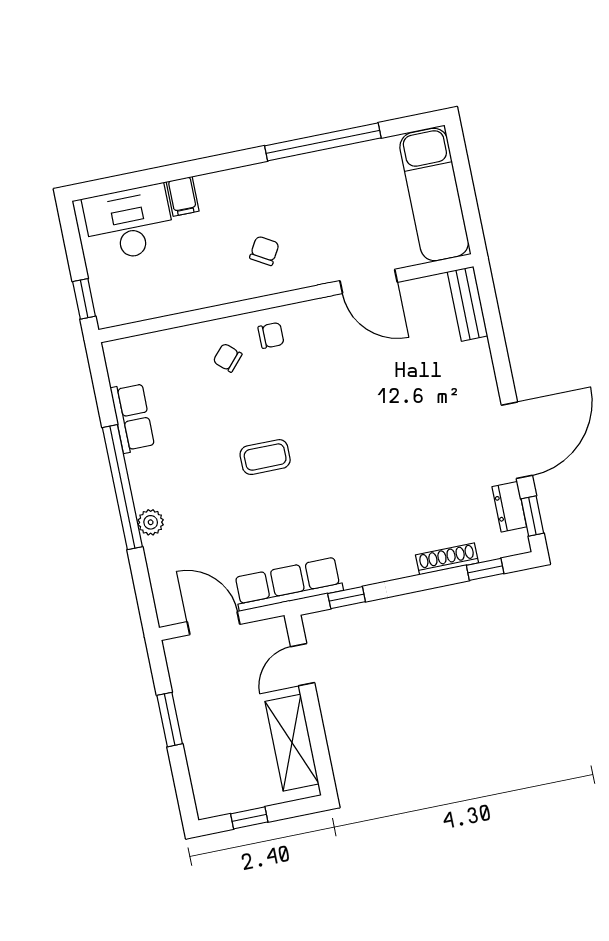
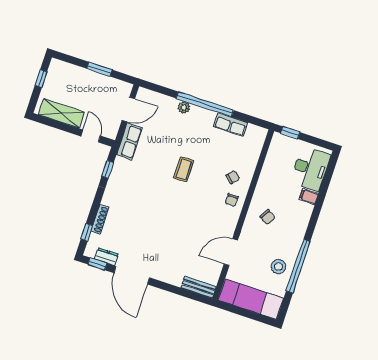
stool: (345, 178) -> (278, 267), added
row of seats: (288, 584) -> (129, 141), width x0.68

